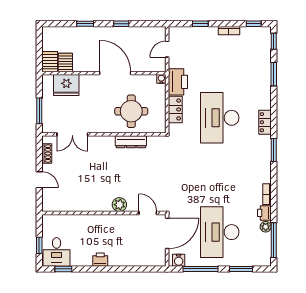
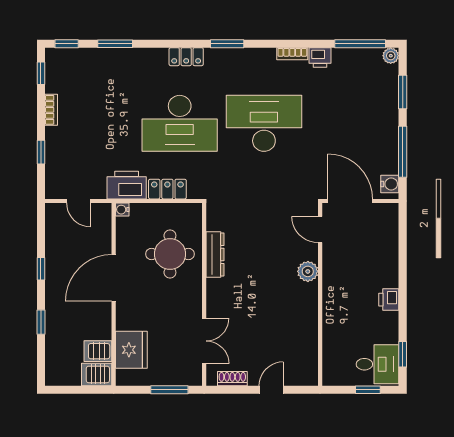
door: (148, 213) -> (320, 230), hinge flipped
plant: (266, 227) -> (391, 56), moved
desk: (220, 232) -> (264, 123), moved, turned 180

